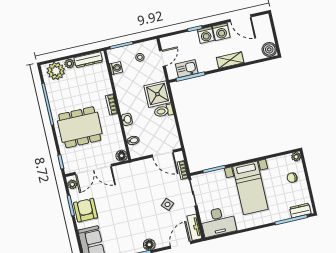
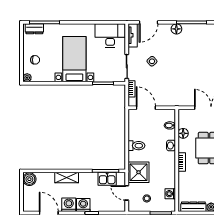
door: (162, 58) -> (127, 193), hinge flipped
shower: (157, 94) -> (139, 172), moved
floor lamp: (122, 156) -> (183, 133), moved

